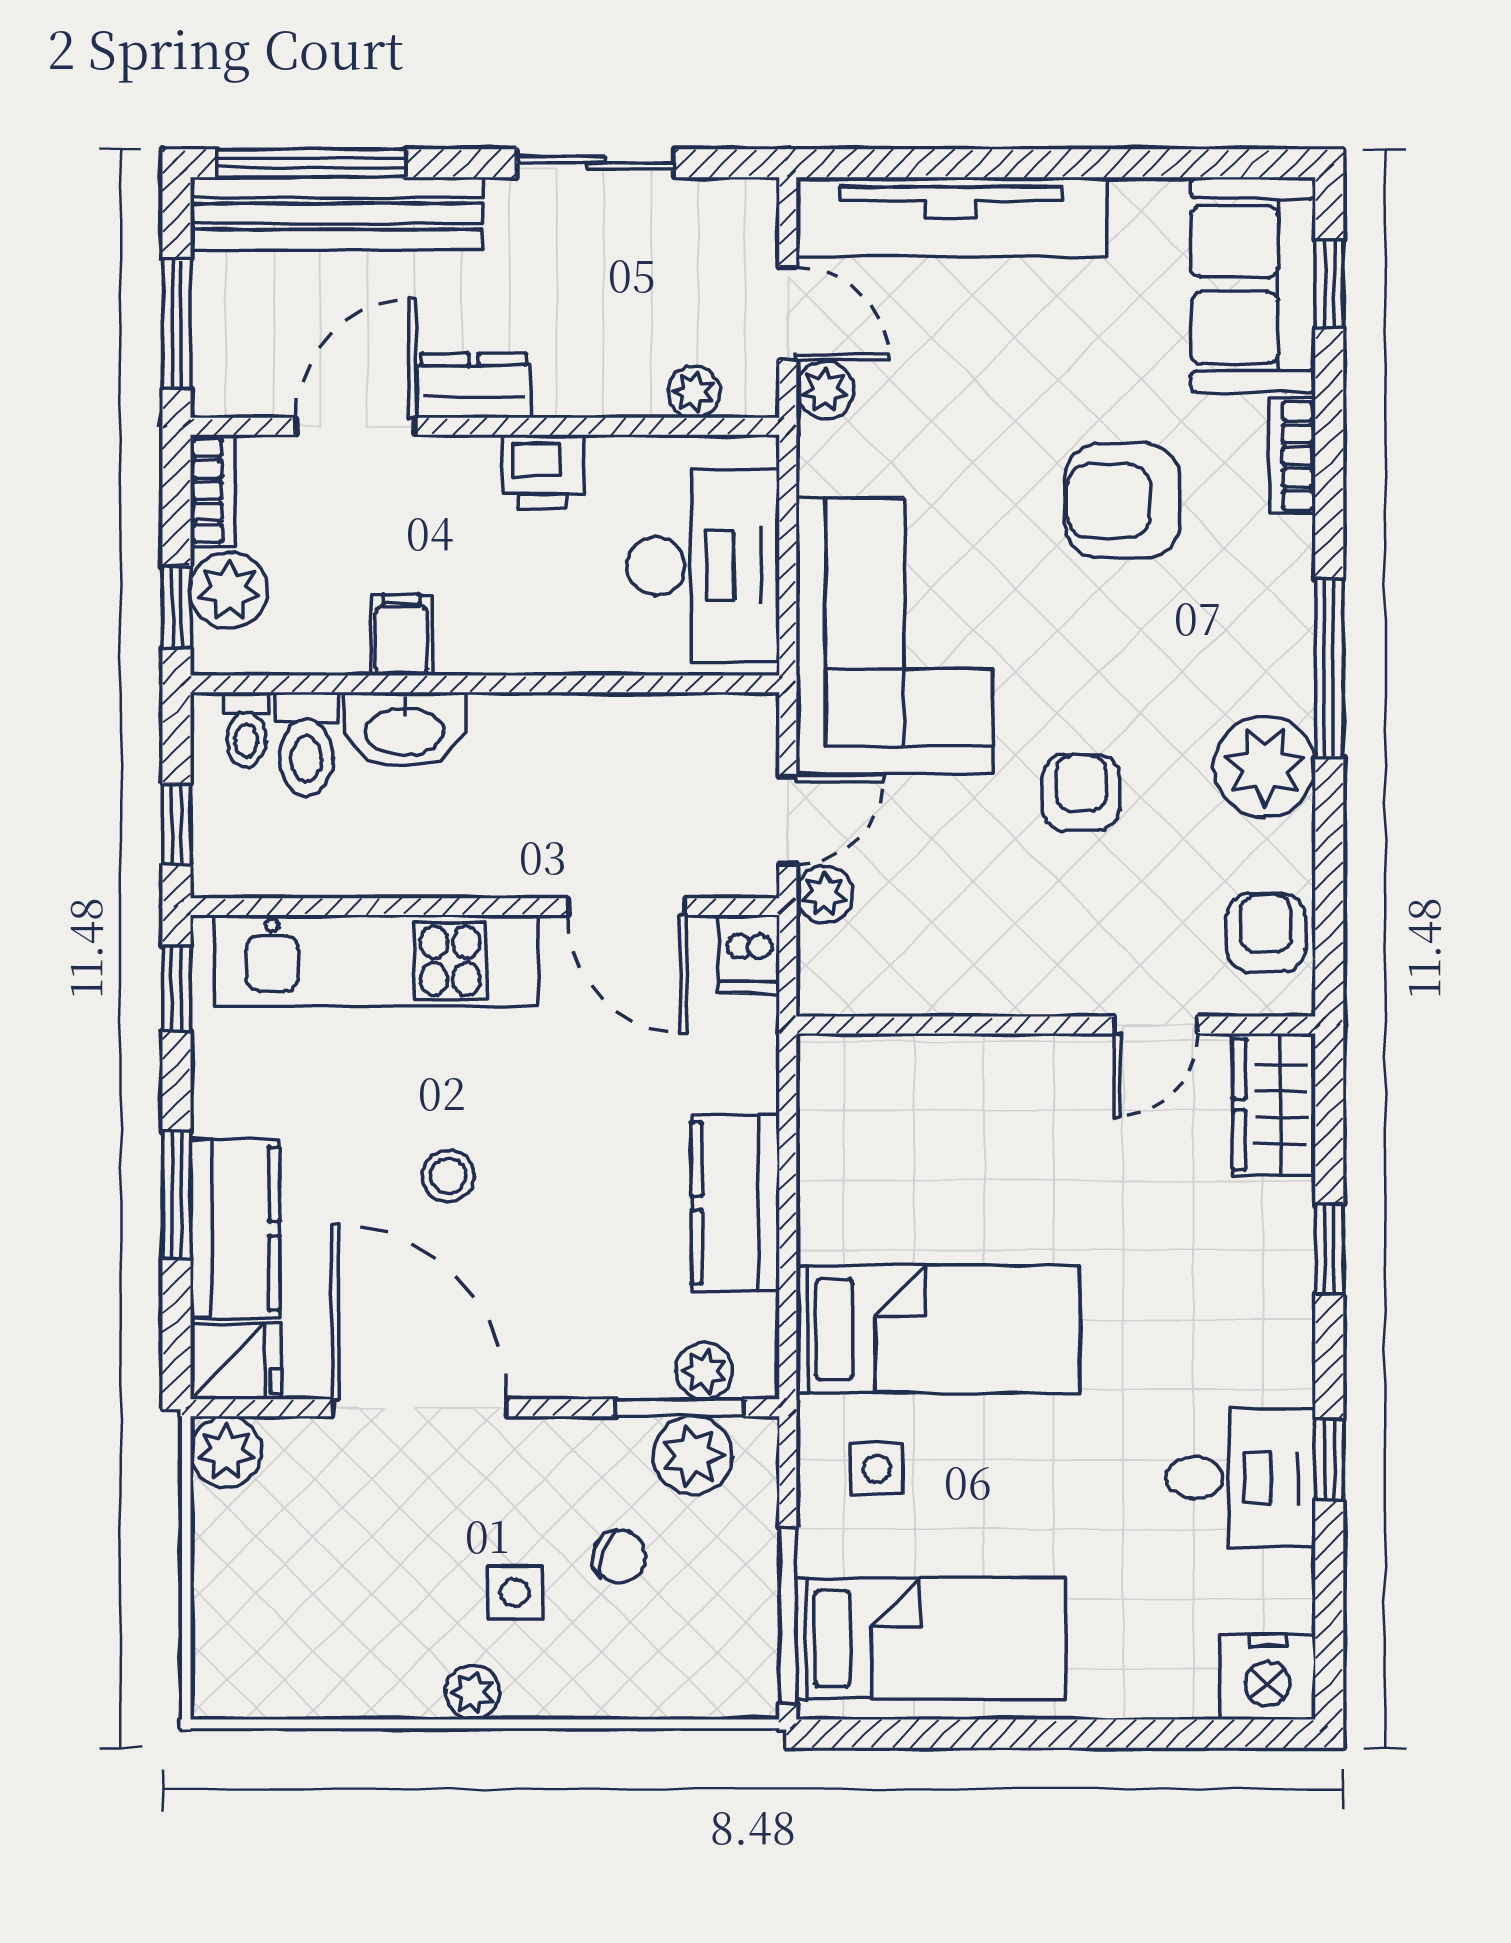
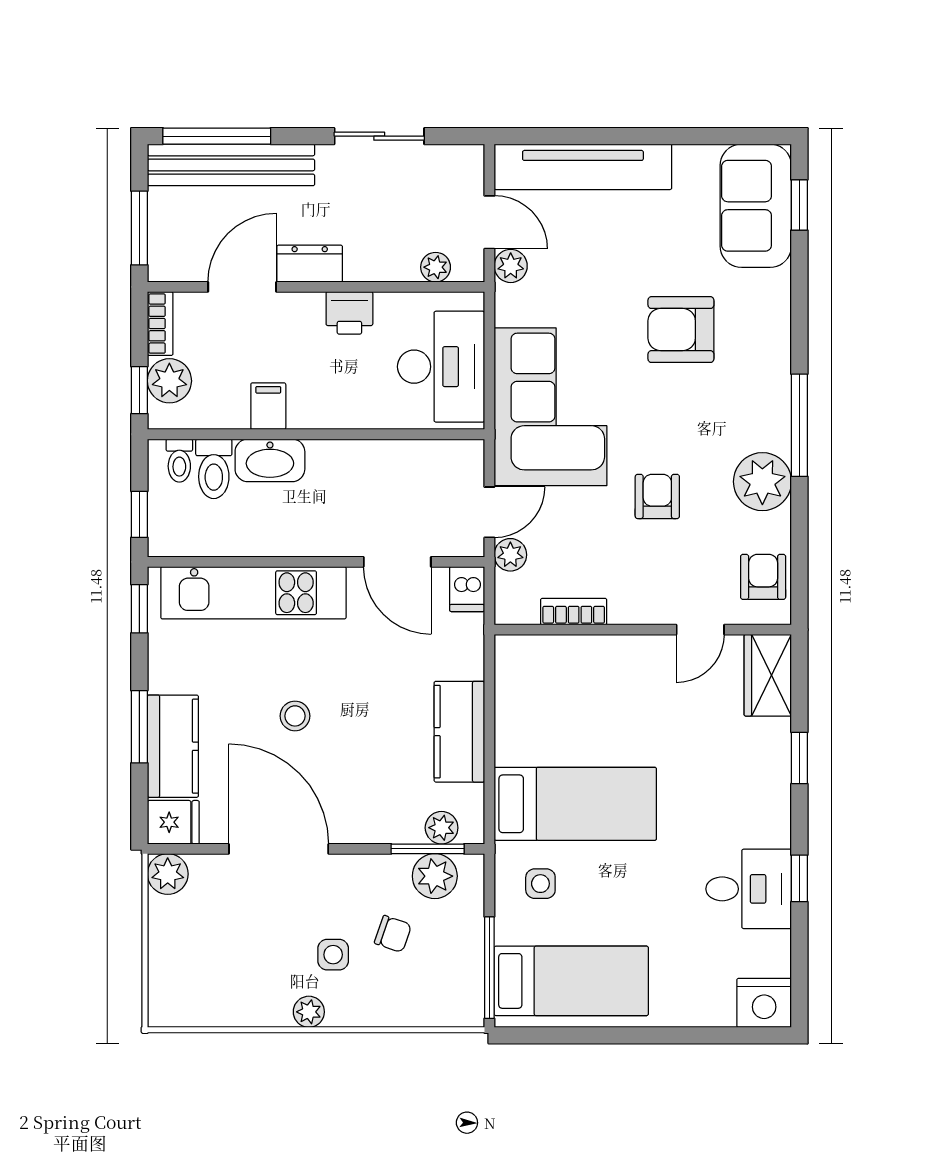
bookcase: (1292, 456) -> (574, 612), moved, turned 90

